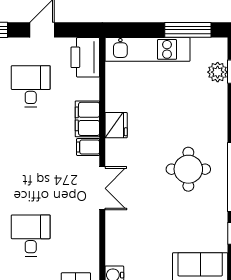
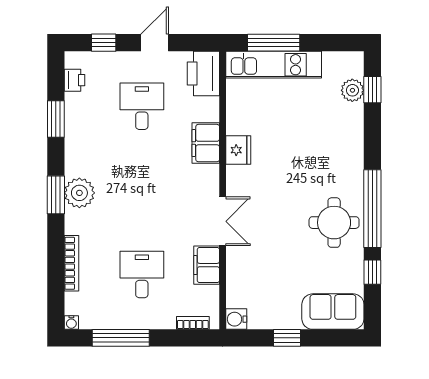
window: (188, 30) -> (274, 43), moved
filing cabinet: (88, 147) -> (207, 265), moved, width x2.00
round table: (188, 169) -> (334, 223), moved

